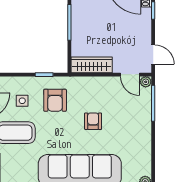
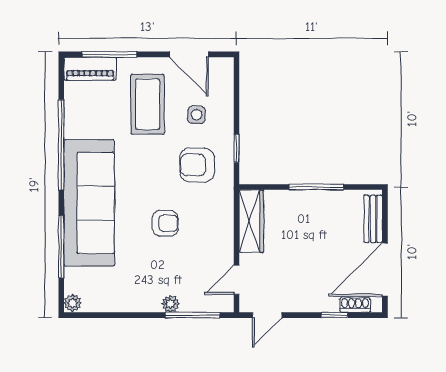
plant: (146, 82) -> (170, 304), moved

